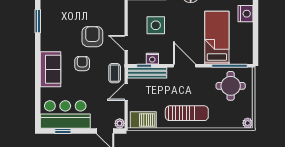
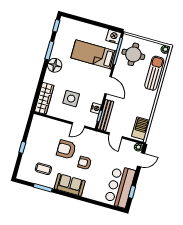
nightstand: (246, 14) -> (114, 37), moved
door: (185, 66) -> (108, 85), swing flipped
sofa: (50, 69) -> (70, 185), moved
coffee table: (115, 73) -> (43, 169), moved
sun lounger: (187, 113) -> (154, 73), moved

